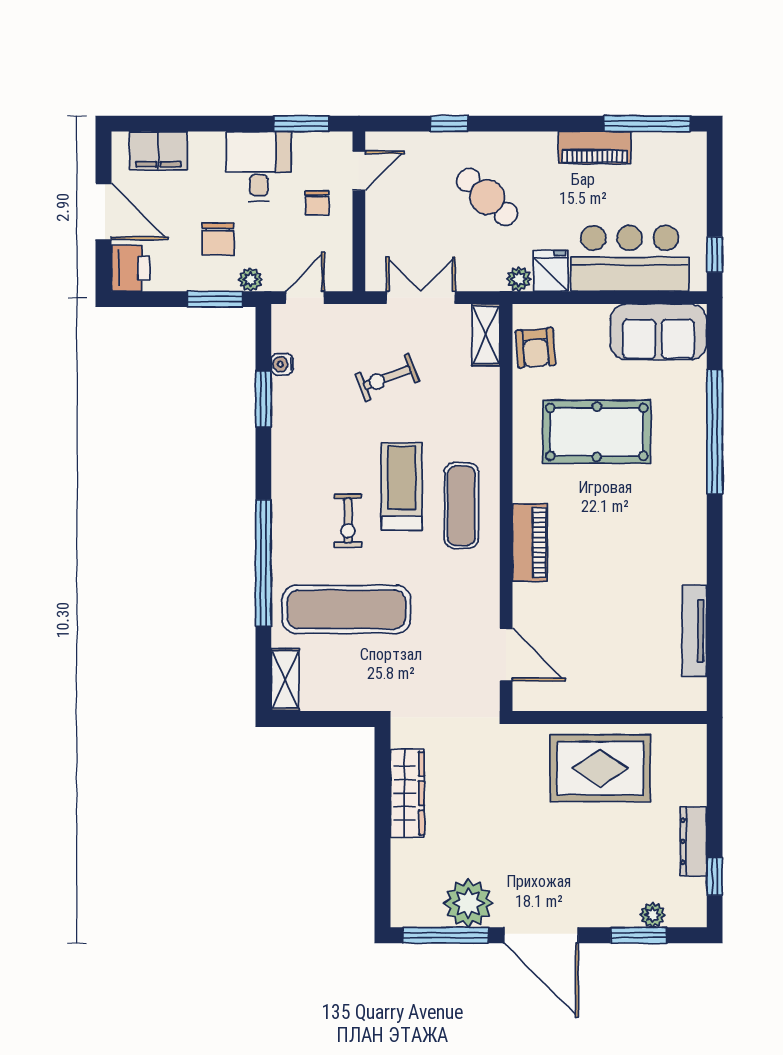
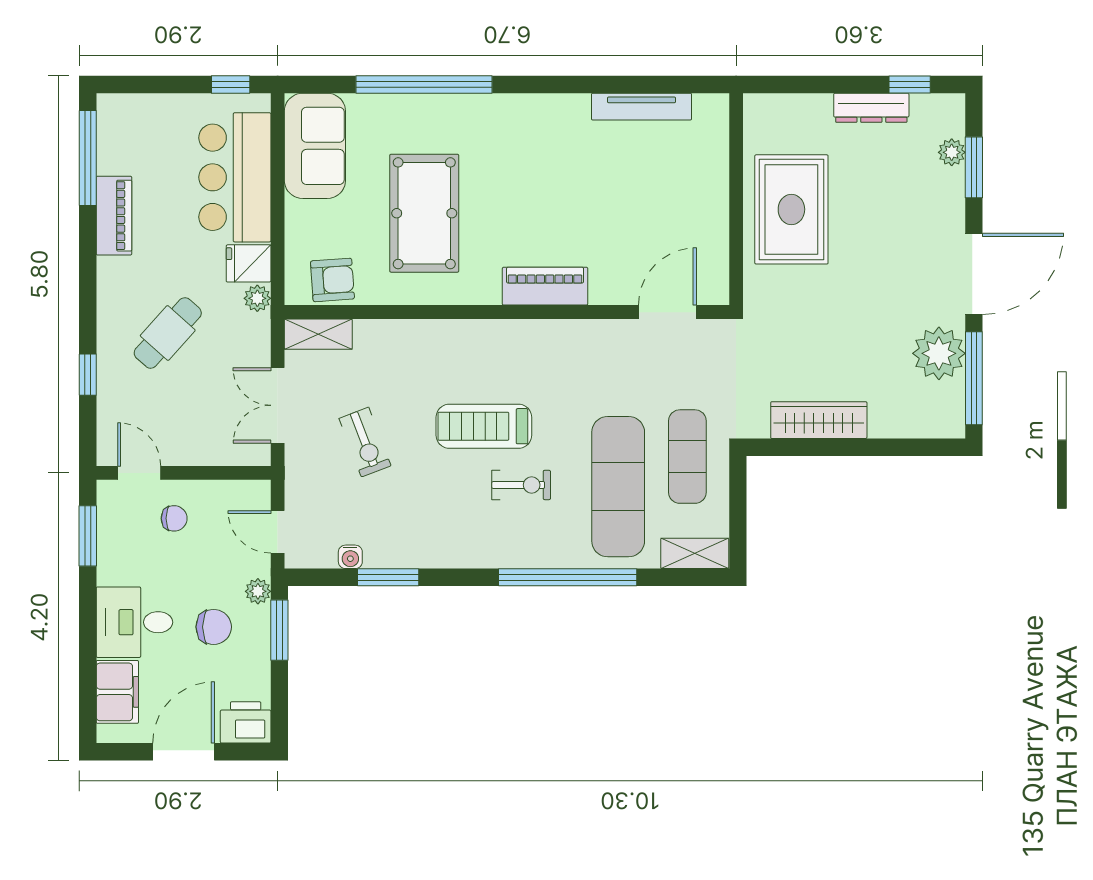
desk: (259, 166) -> (134, 622), moved
exercise mat: (461, 506) -> (687, 457), moved, turned 90

